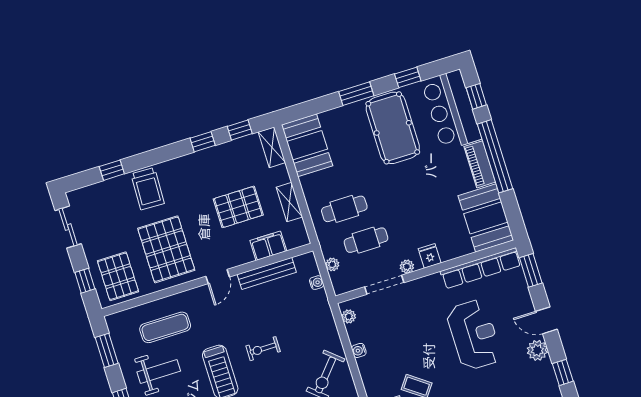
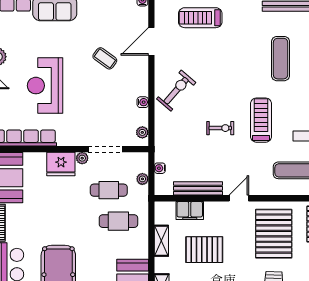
fridge: (430, 256) -> (61, 164), width x1.88, depth x1.34

